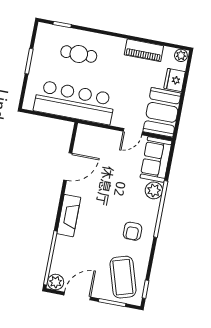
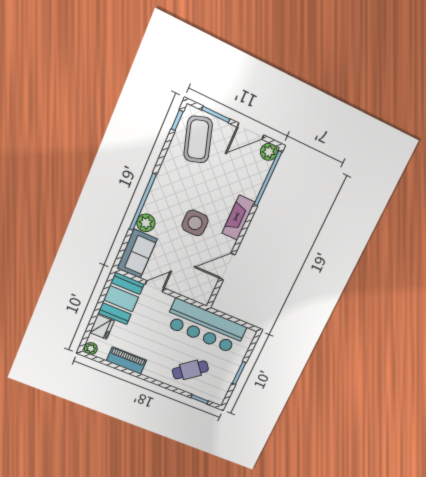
cafe table: (79, 54) -> (190, 370), turned -38
side table: (108, 201) -> (195, 223), added
armchair: (133, 231) -> (177, 186), removed

